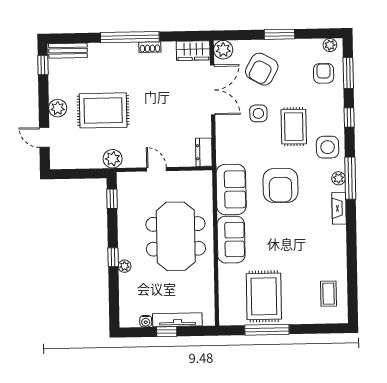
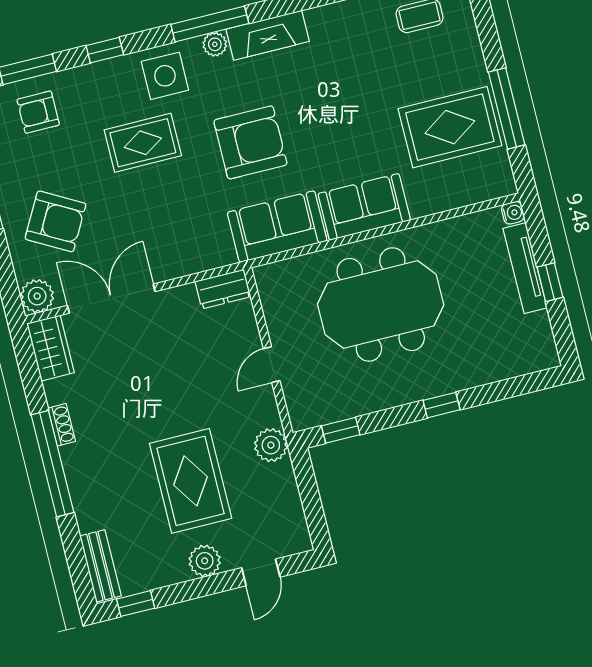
side table: (258, 113) -> (134, 210), removed
fireplace: (339, 208) -> (268, 35), width x1.37, depth x1.32
plant: (125, 266) -> (453, 382), removed
water cooler: (146, 321) -> (513, 213), moved

